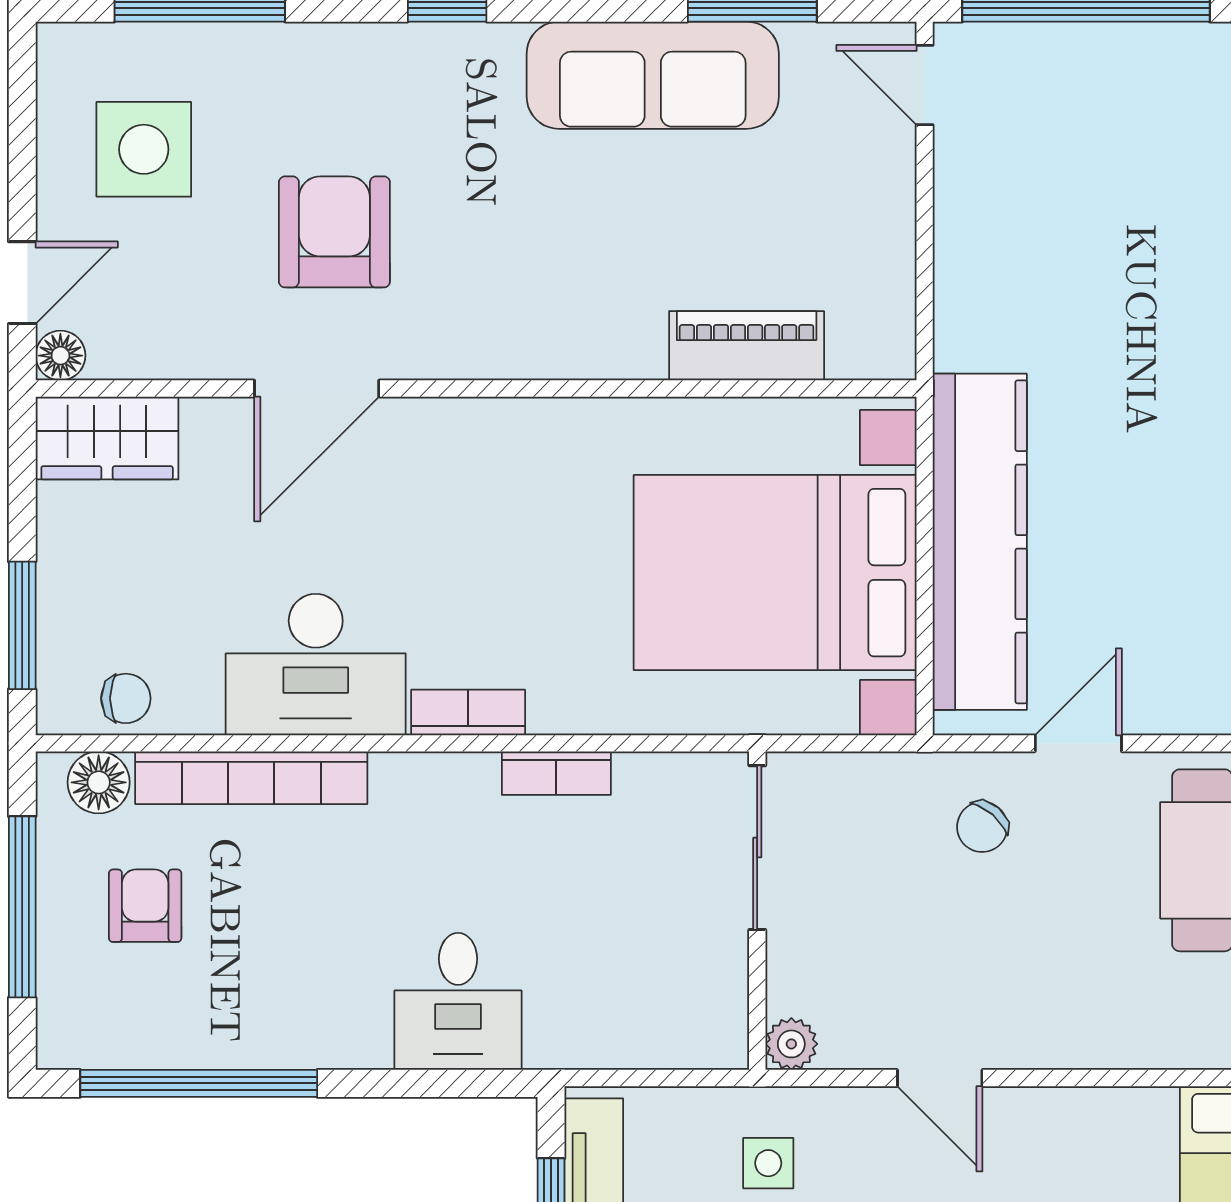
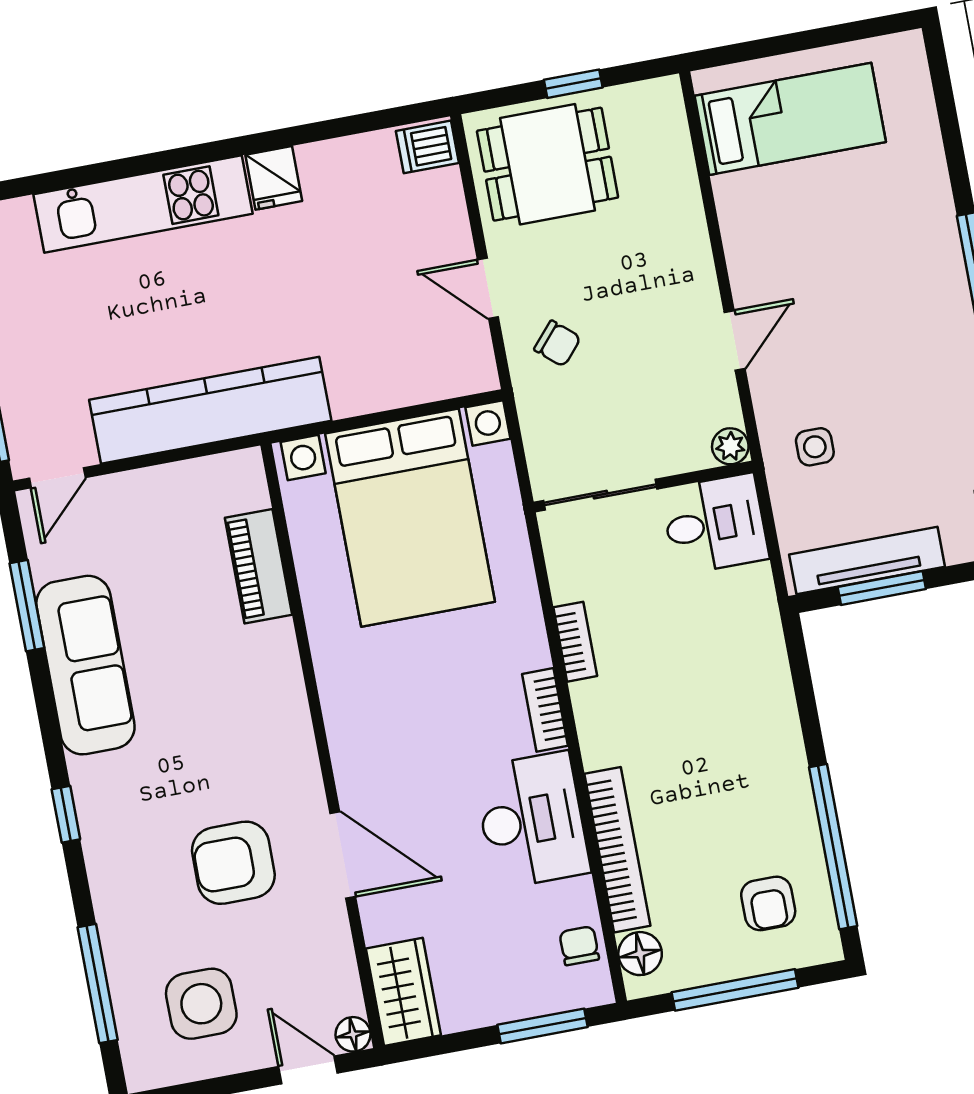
kitchen counter: (980, 542) -> (210, 410), moved
armchair: (145, 906) -> (768, 903), moved, turned -90
desk: (458, 1001) -> (715, 524), moved

